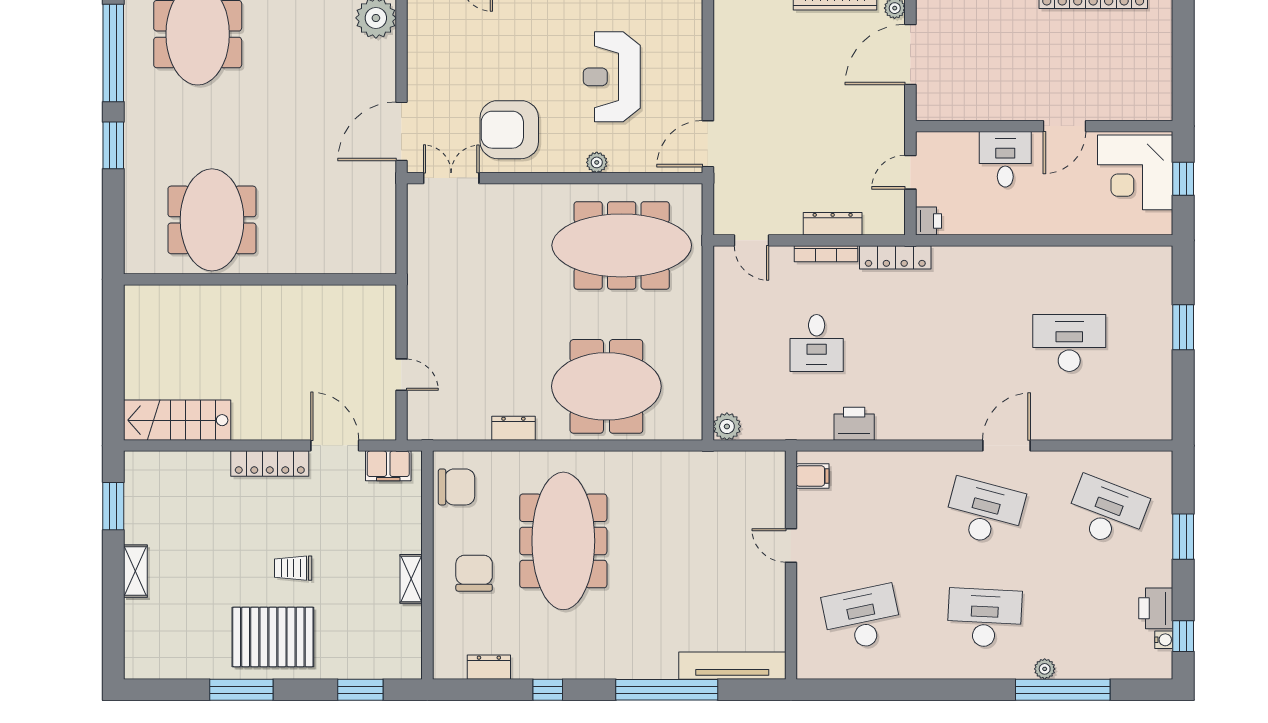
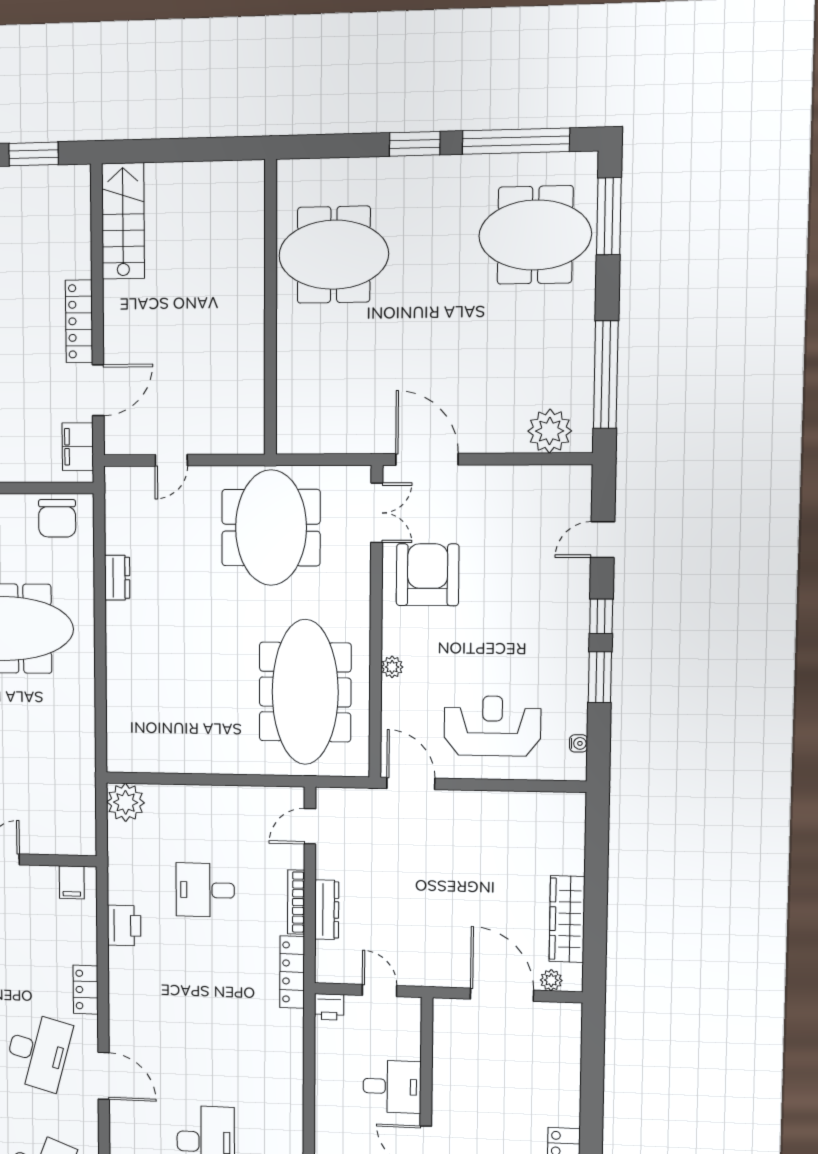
reception desk: (612, 77) -> (492, 726), moved
meeting table: (606, 386) -> (271, 528), moved
plant: (727, 426) -> (126, 802), width x1.36, depth x1.36
locker: (920, 463) -> (86, 990), added

